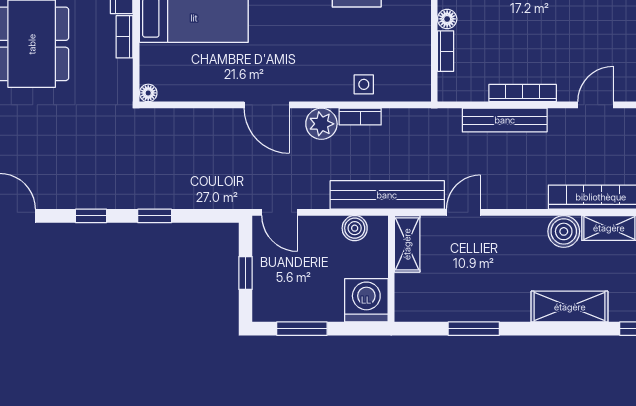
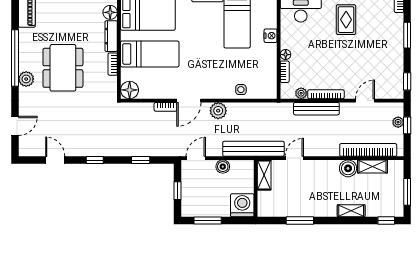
plant: (476, 91) -> (301, 93), added
floor lamp: (148, 93) -> (130, 90), width x1.89, depth x1.89
door: (267, 105) -> (189, 101), hinge flipped
bookcase: (360, 117) -> (165, 107), moved
door: (280, 212) -> (196, 158), swing flipped
window: (155, 216) -> (141, 160), moved
boiler: (355, 228) -> (223, 167), moved
shelving: (570, 307) -> (351, 211), width x0.67, depth x0.75

